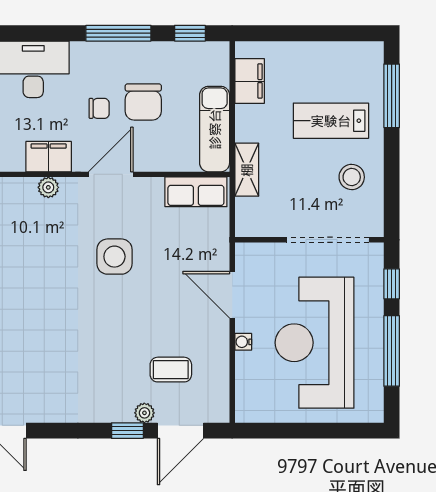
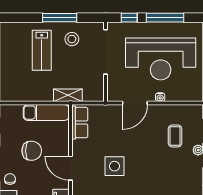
filing cabinet: (250, 81) -> (20, 94), removed
window: (392, 96) -> (60, 18), moved
chair: (99, 108) -> (10, 179), moved

